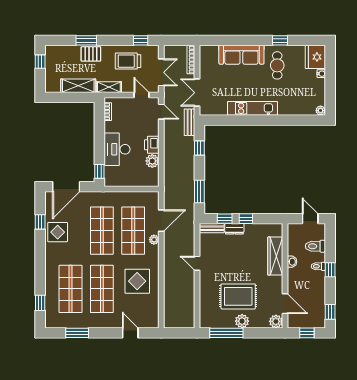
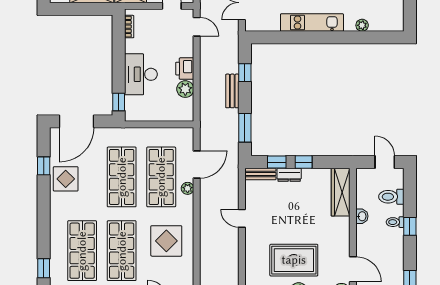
plant: (321, 111) -> (362, 25), moved
bench: (189, 122) -> (232, 91), moved
wardrobe: (275, 256) -> (341, 192), moved

